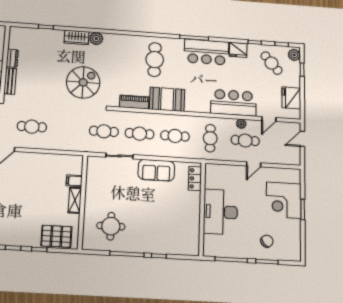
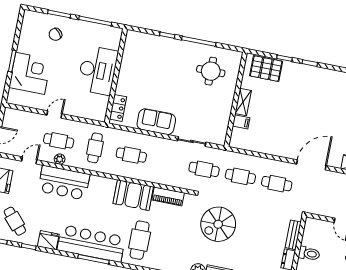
bar counter: (207, 52) -> (91, 244), width x1.36
cafe table: (140, 134) -> (240, 176), moved

